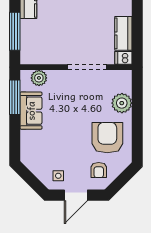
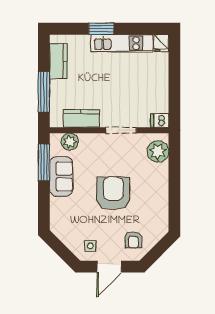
kitchen counter: (123, 33) -> (81, 118), moved, turned 90
doorway: (87, 67) -> (121, 130), width x0.73
plant: (122, 103) -> (158, 151), moved
armchair: (107, 138) -> (113, 193), moved

